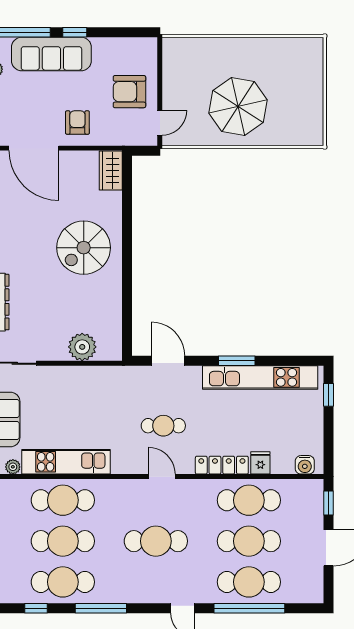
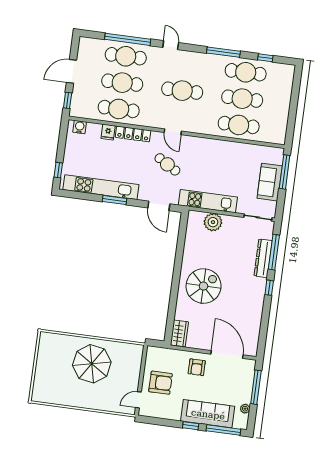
door: (160, 123) -> (138, 400), moved
cafe table: (163, 426) -> (167, 164), turned 31
kitchen unit: (66, 462) -> (208, 201), moved, turned 180
plant: (13, 467) -> (268, 151), removed

